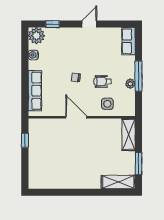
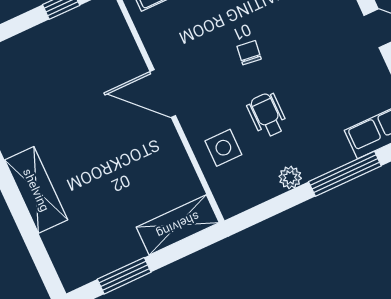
window: (138, 76) -> (345, 174), moved
door: (76, 117) -> (163, 93), swing flipped
shelving: (118, 182) -> (36, 190), moved

